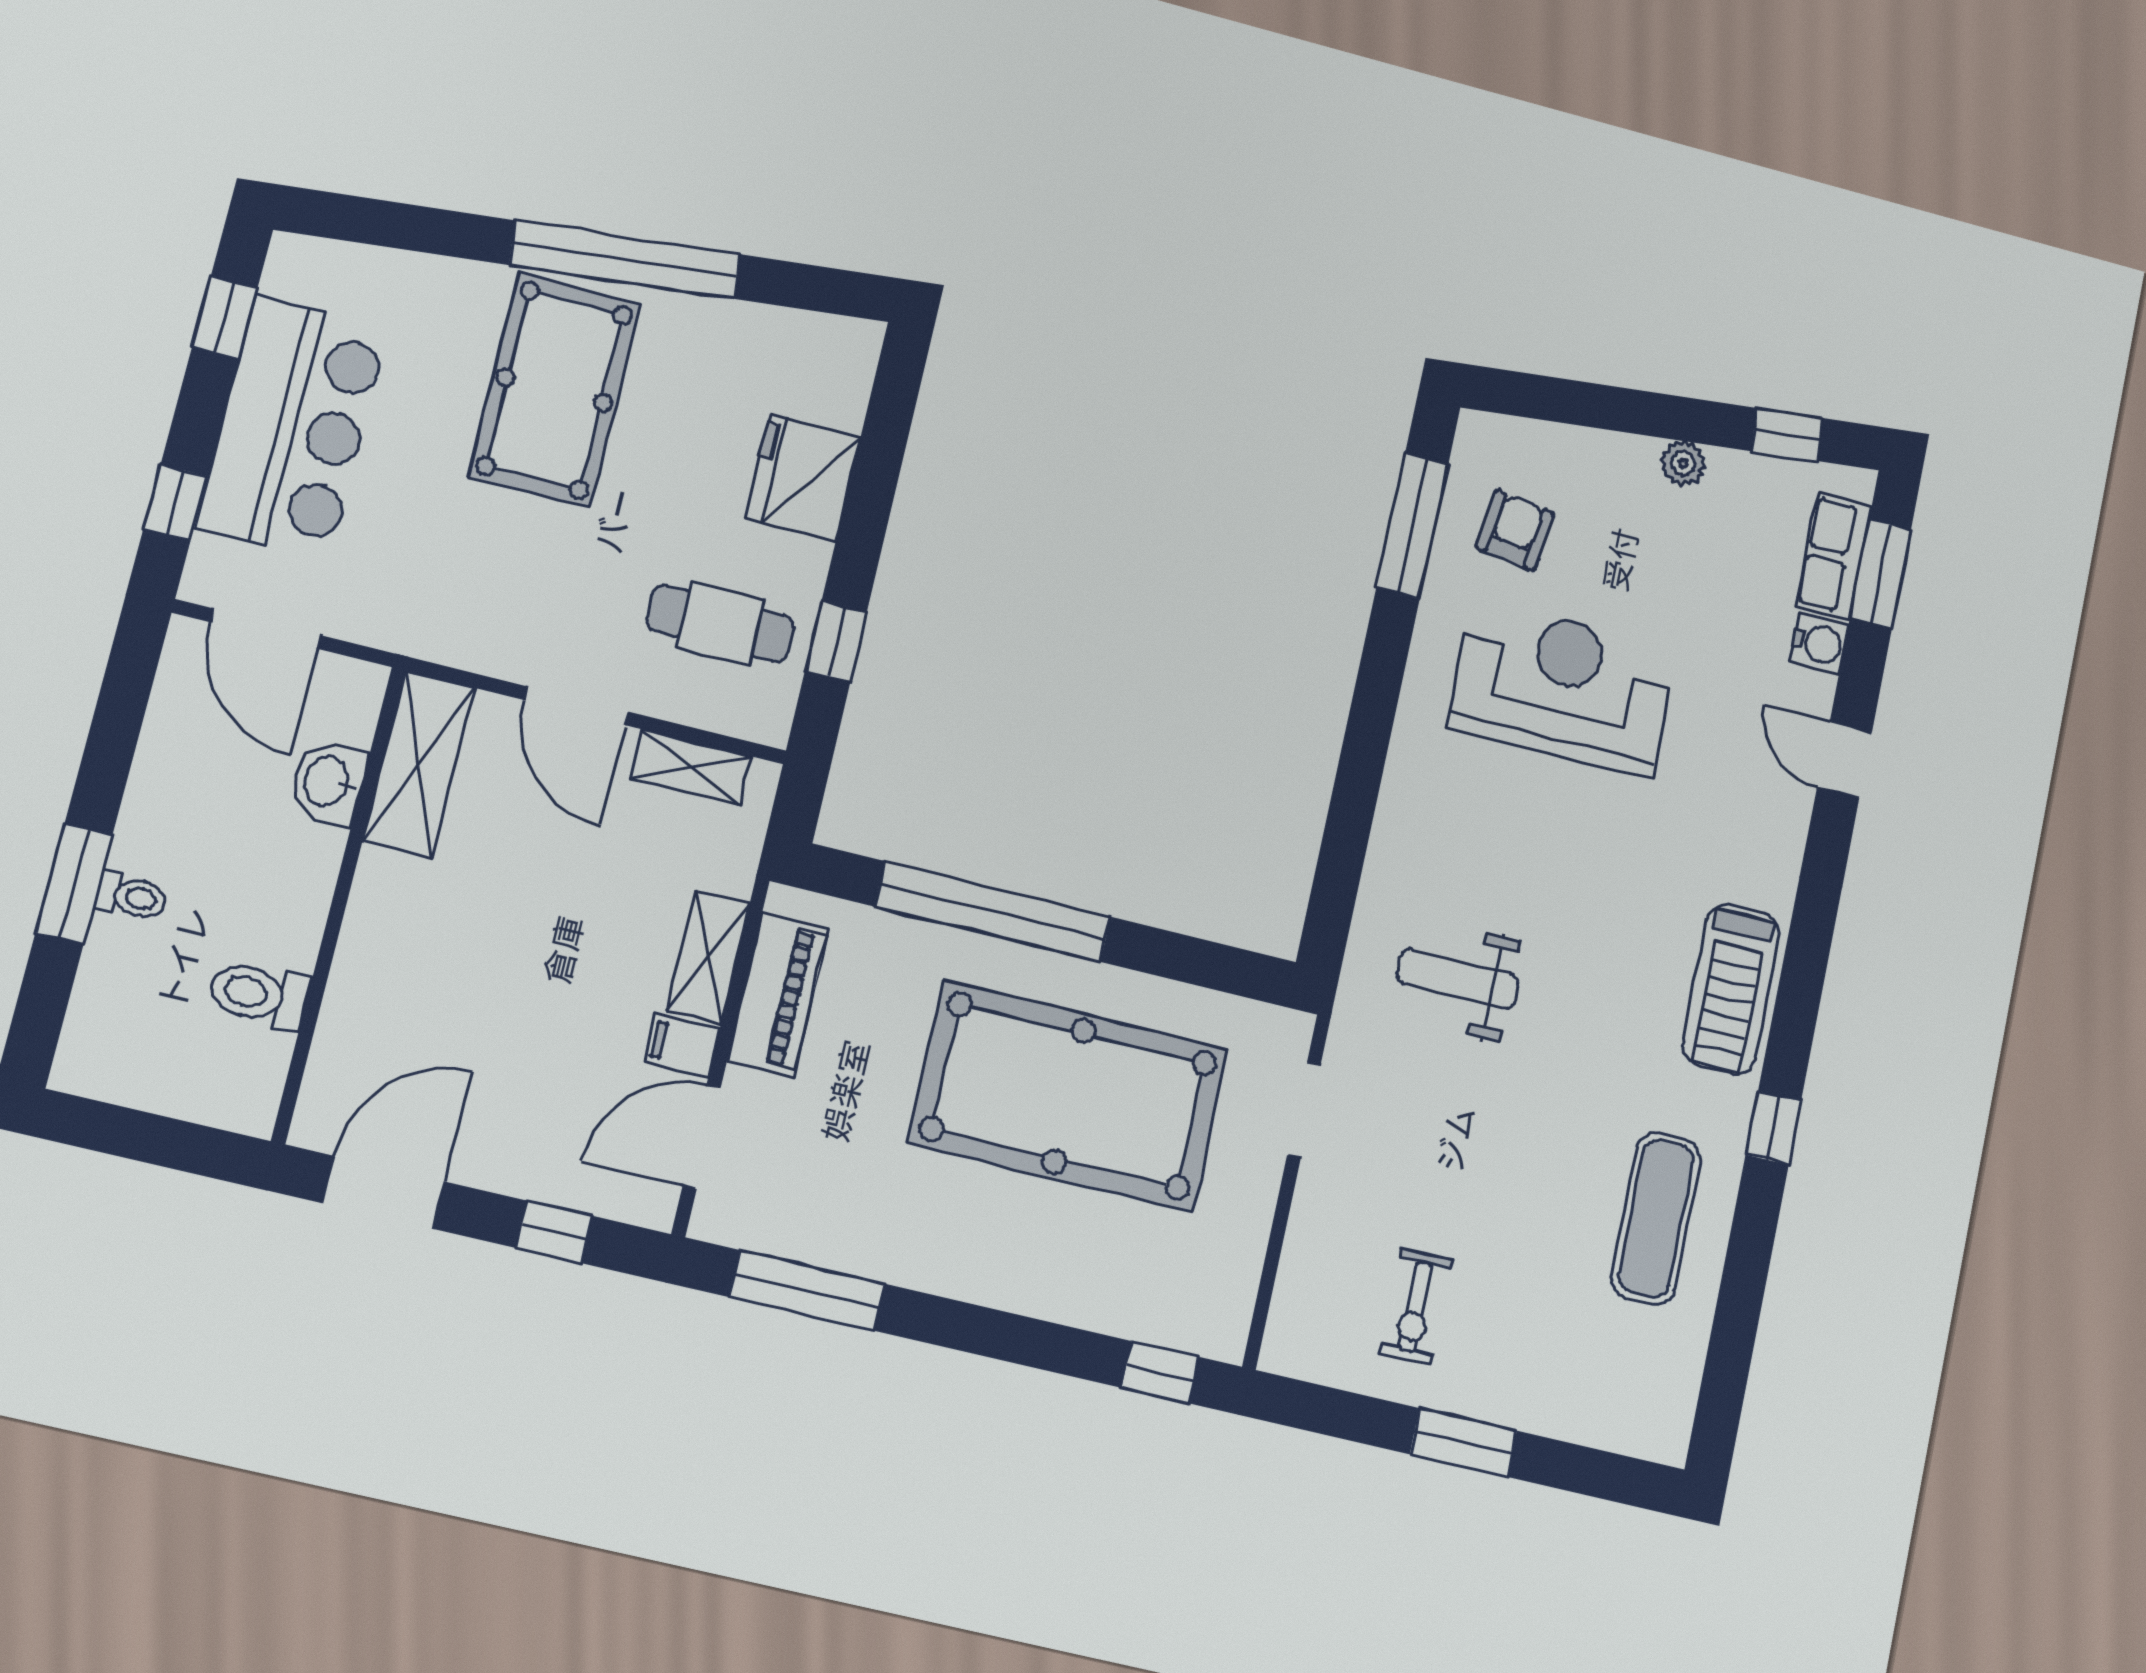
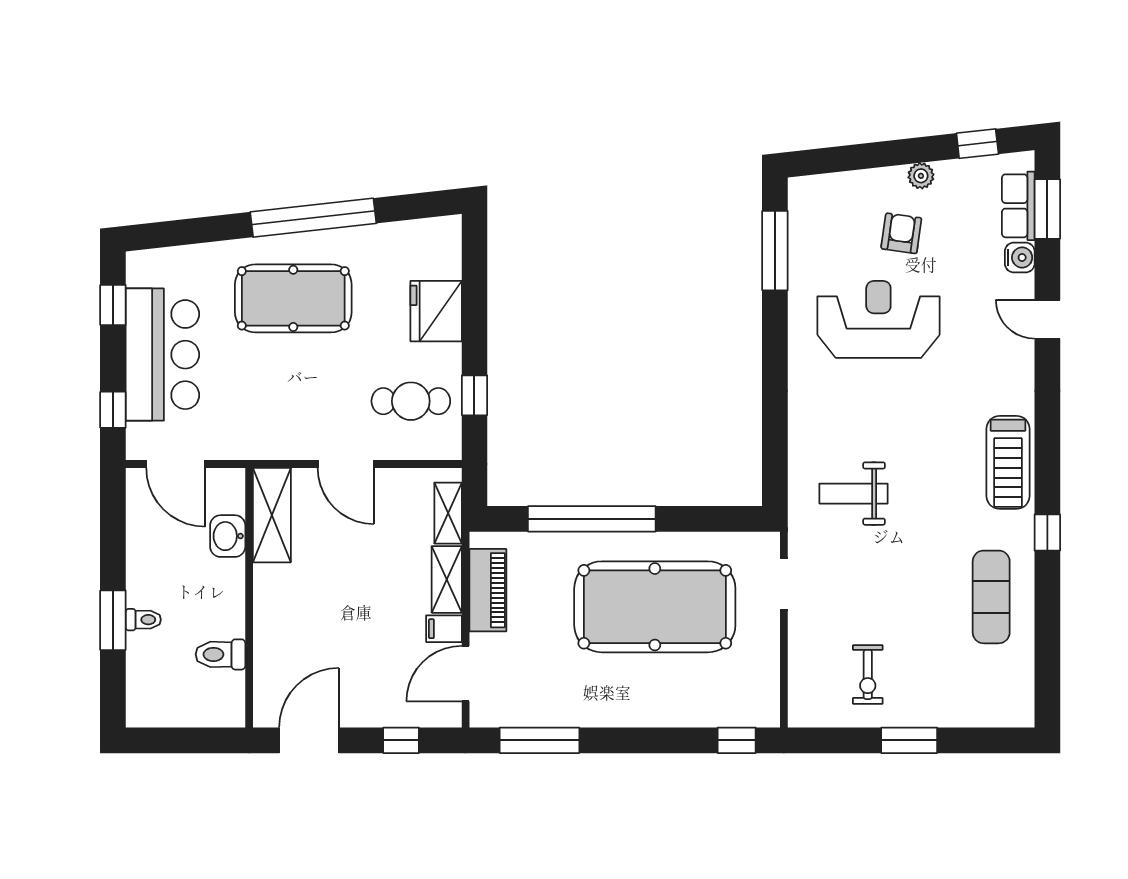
pool table: (554, 390) -> (293, 298), turned 90
armchair: (1515, 531) -> (901, 233), moved
shelving: (691, 767) -> (448, 513), moved, turned 90

